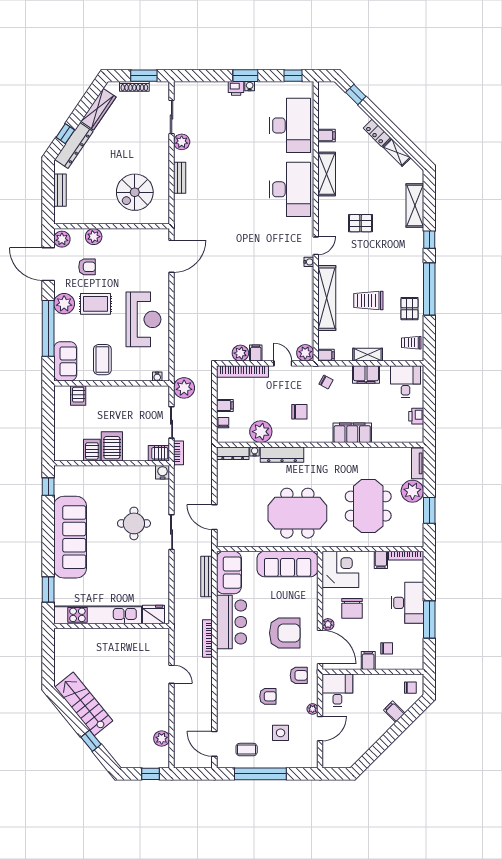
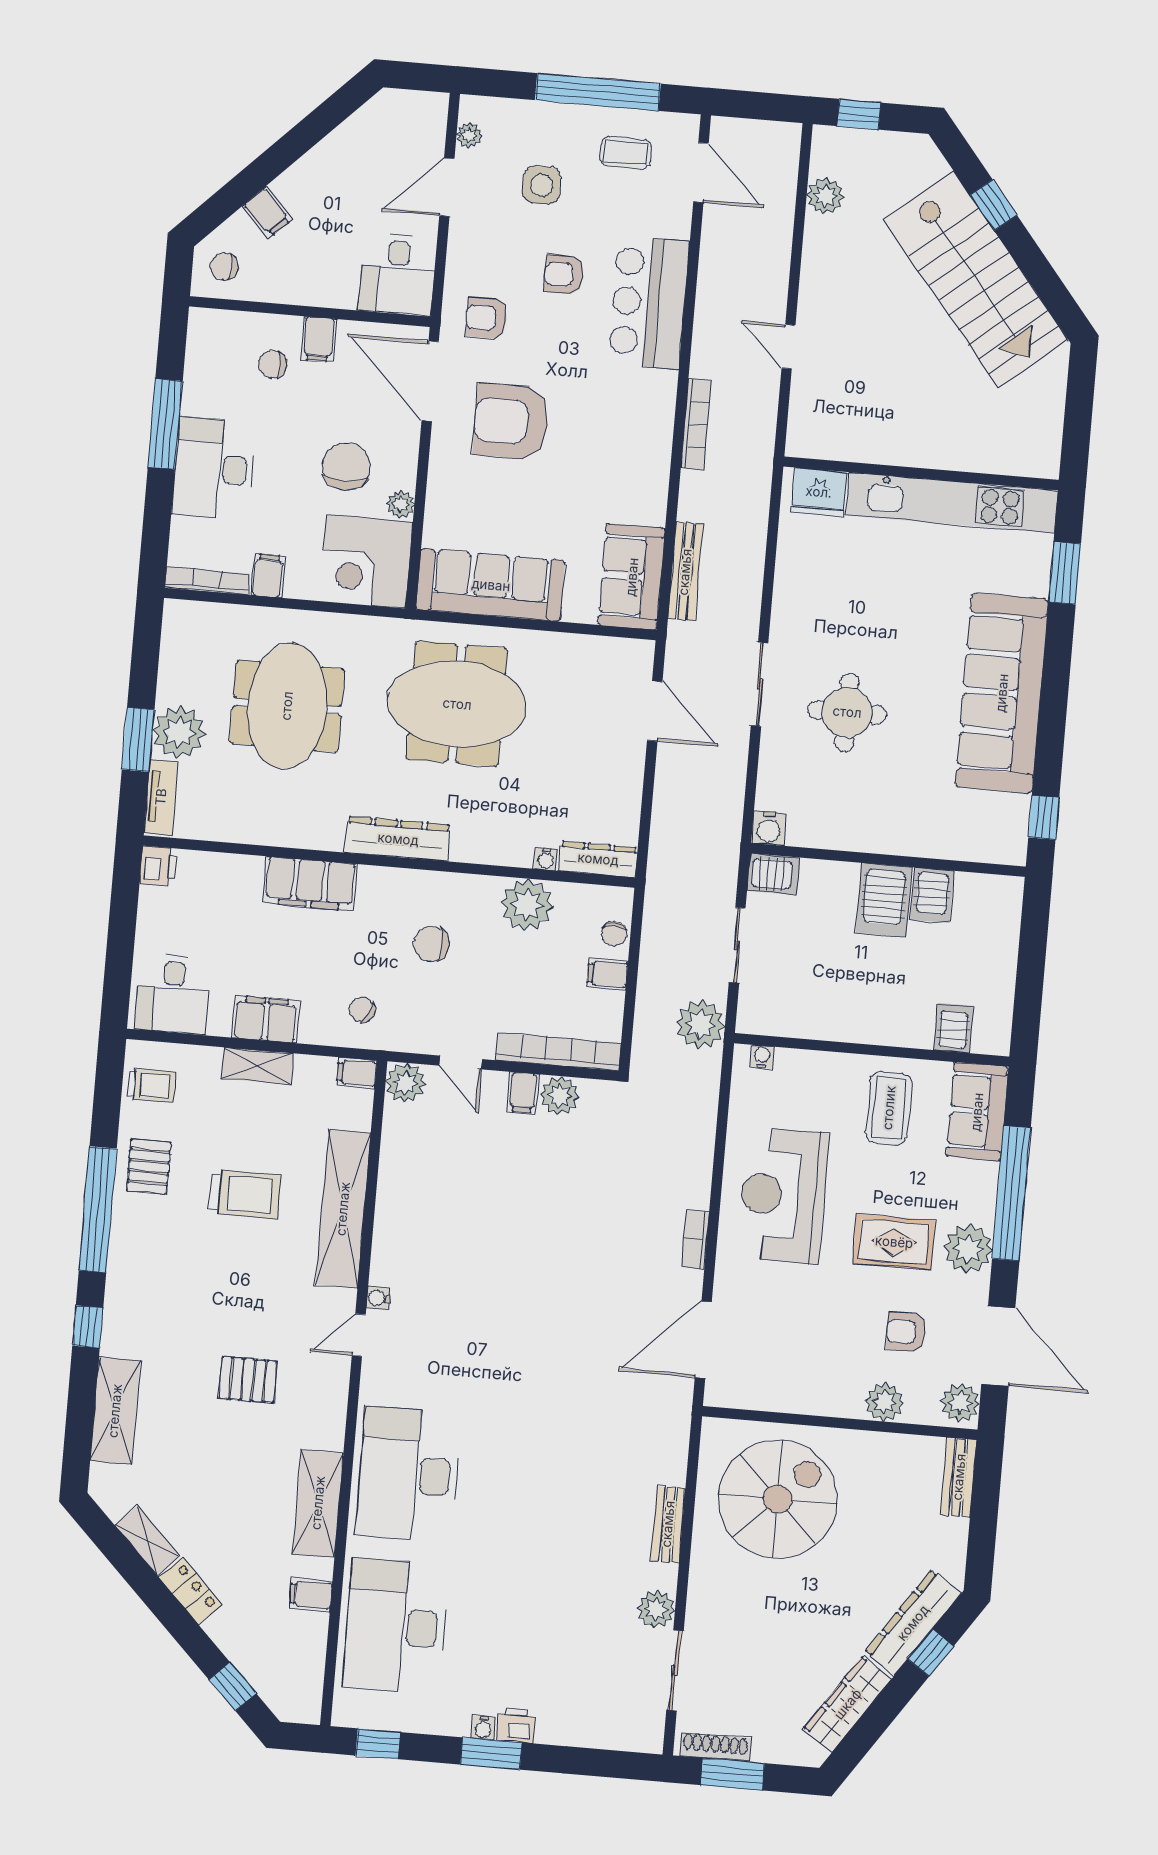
shoe rack: (134, 86) -> (715, 1747), moved
bench: (60, 190) -> (959, 1477), moved
spiral stairs: (135, 192) -> (778, 1499), width x1.37, depth x1.37
printer: (416, 416) -> (158, 866), moved
bookcase: (179, 453) -> (695, 1239), moved
dresser: (282, 455) -> (398, 839), moved
window: (429, 510) -> (138, 740), moved
bar counter: (231, 622) -> (649, 303), moved
plant: (328, 624) -> (401, 504), moved
stairs: (84, 704) -> (976, 280), width x1.36, depth x1.51
plant: (313, 709) -> (469, 135), moved

